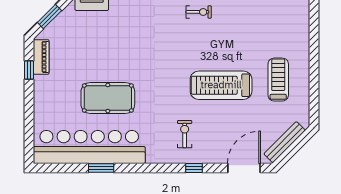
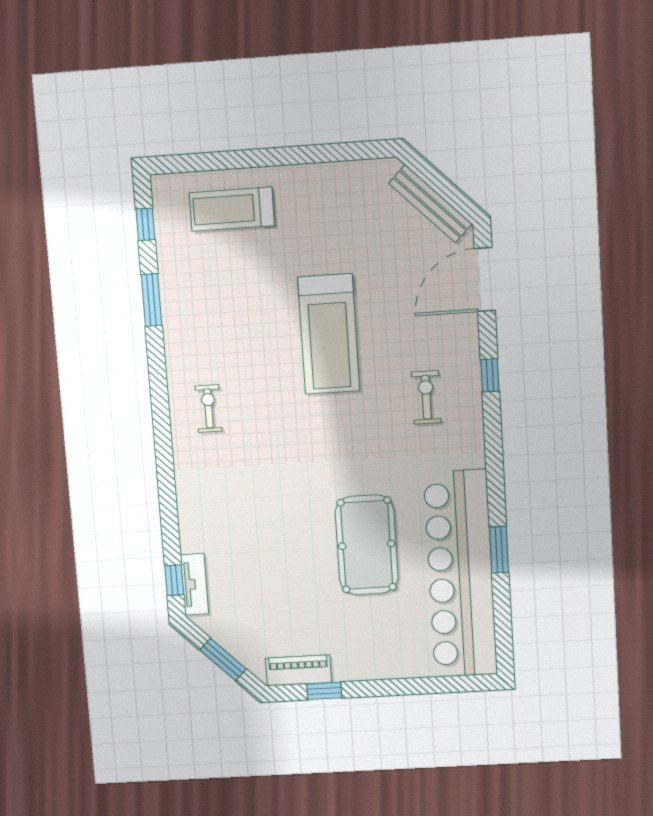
exercise bike: (199, 12) -> (209, 408), moved
treadmill: (278, 80) -> (232, 209), moved
exercise bike: (185, 134) -> (426, 397), turned 90
door: (244, 168) -> (485, 280), hinge flipped

